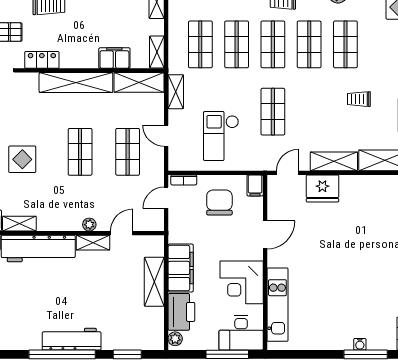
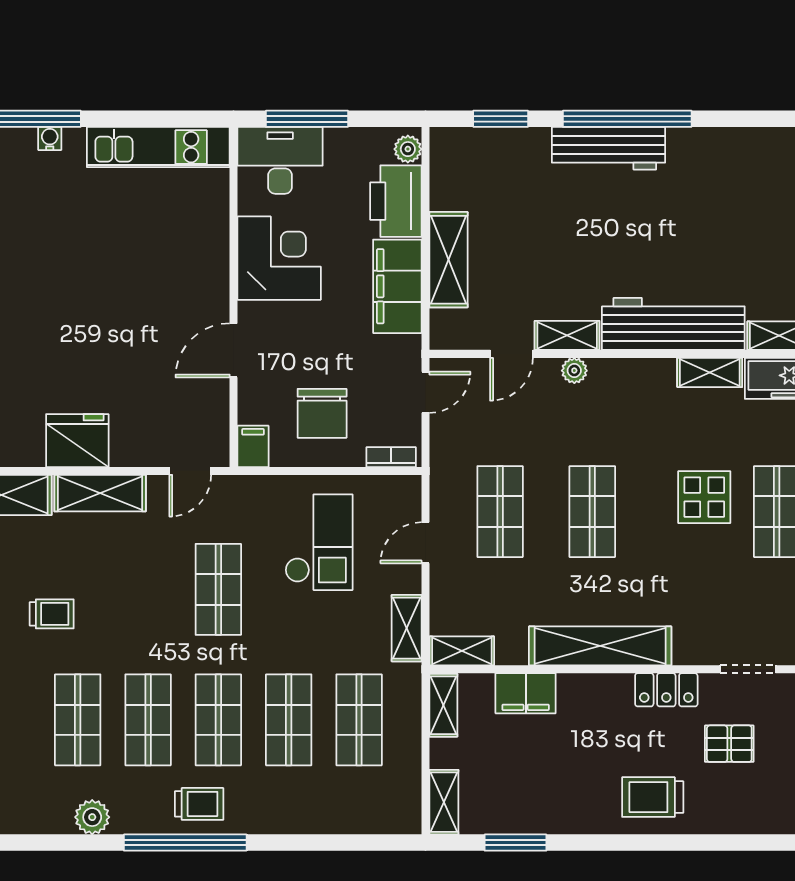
shelving: (139, 82) -> (462, 651), width x0.67, depth x0.75
door: (166, 136) -> (425, 543), swing flipped
fridge: (322, 188) -> (77, 441), moved
door: (166, 198) -> (425, 392), moved
kitchen unit: (277, 305) -> (158, 147), moved, turned -90

